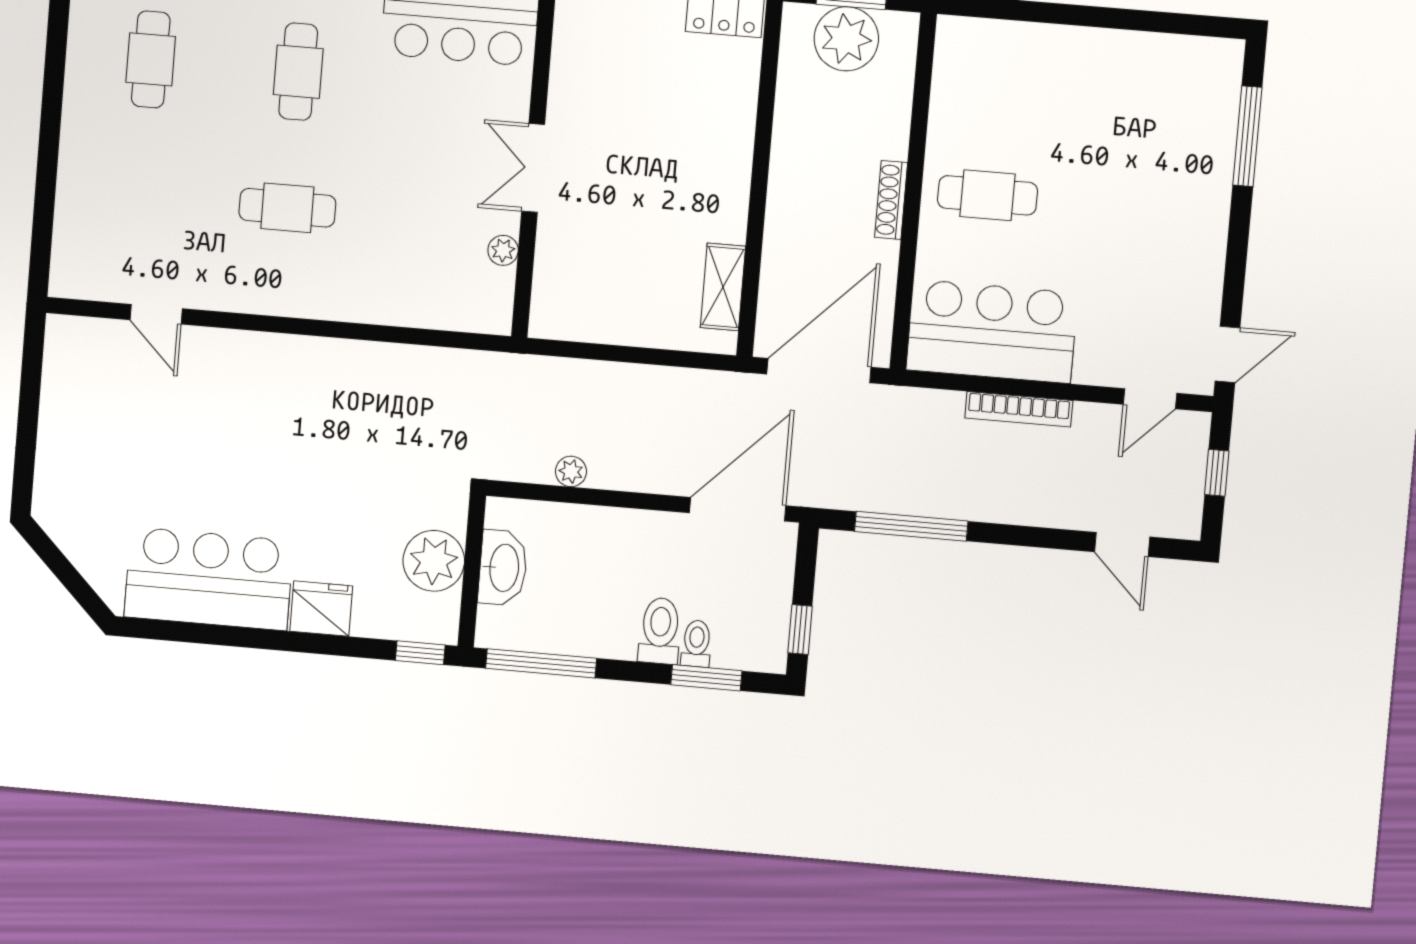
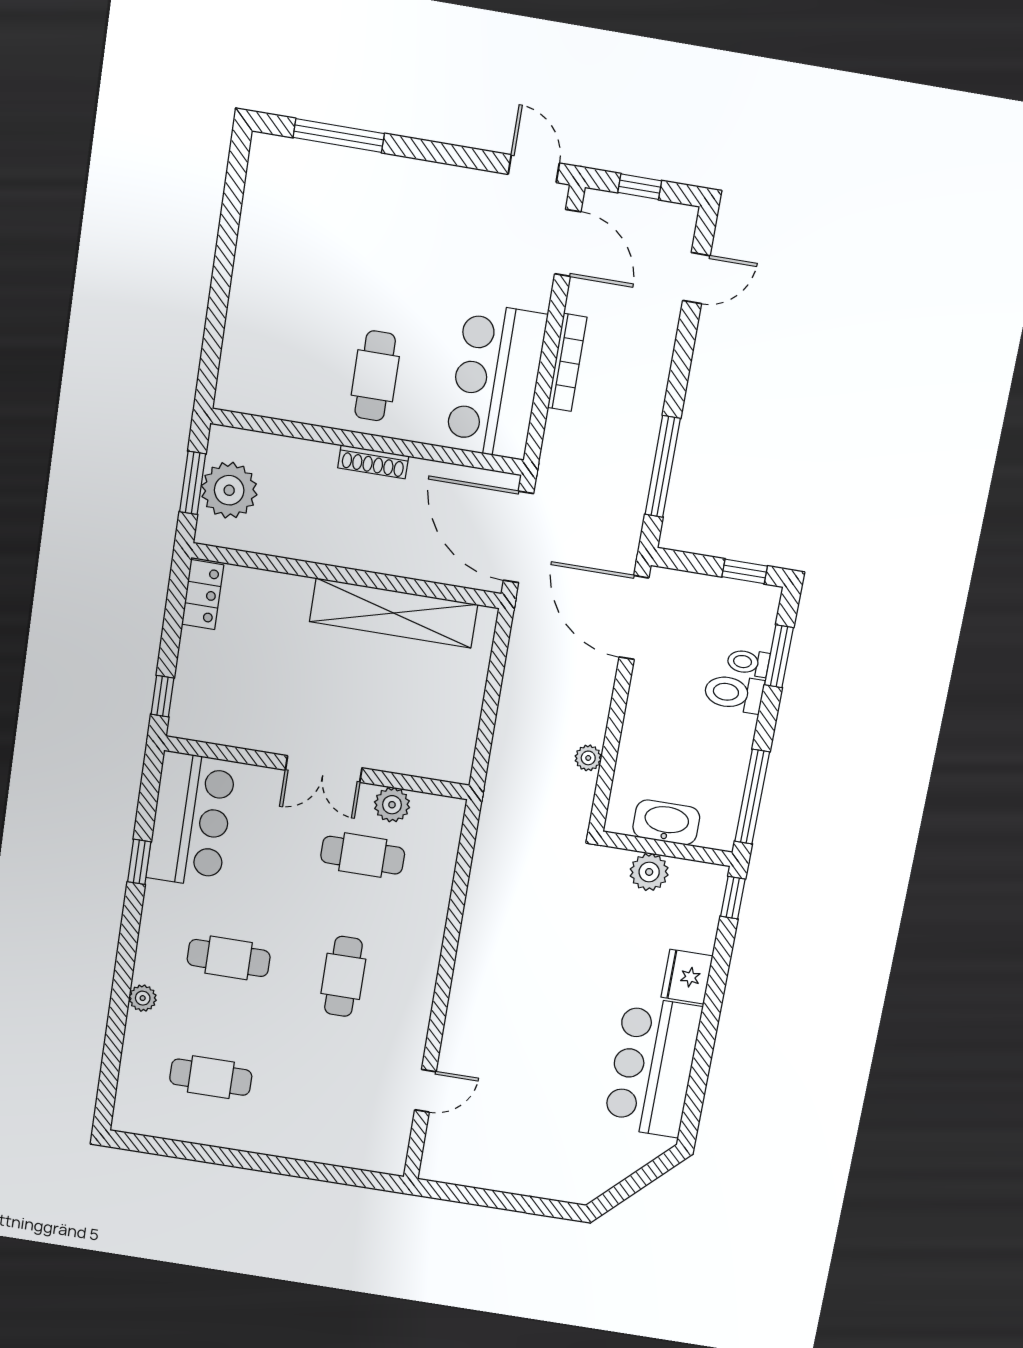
cafe table: (435, 220) -> (363, 855), added
plant: (503, 250) -> (392, 805), width x1.38, depth x1.38
shelving: (723, 287) -> (394, 613), width x2.20, depth x1.33
door: (1150, 399) -> (568, 243), width x1.38
plant: (434, 561) -> (649, 872), width x0.73, depth x0.73

